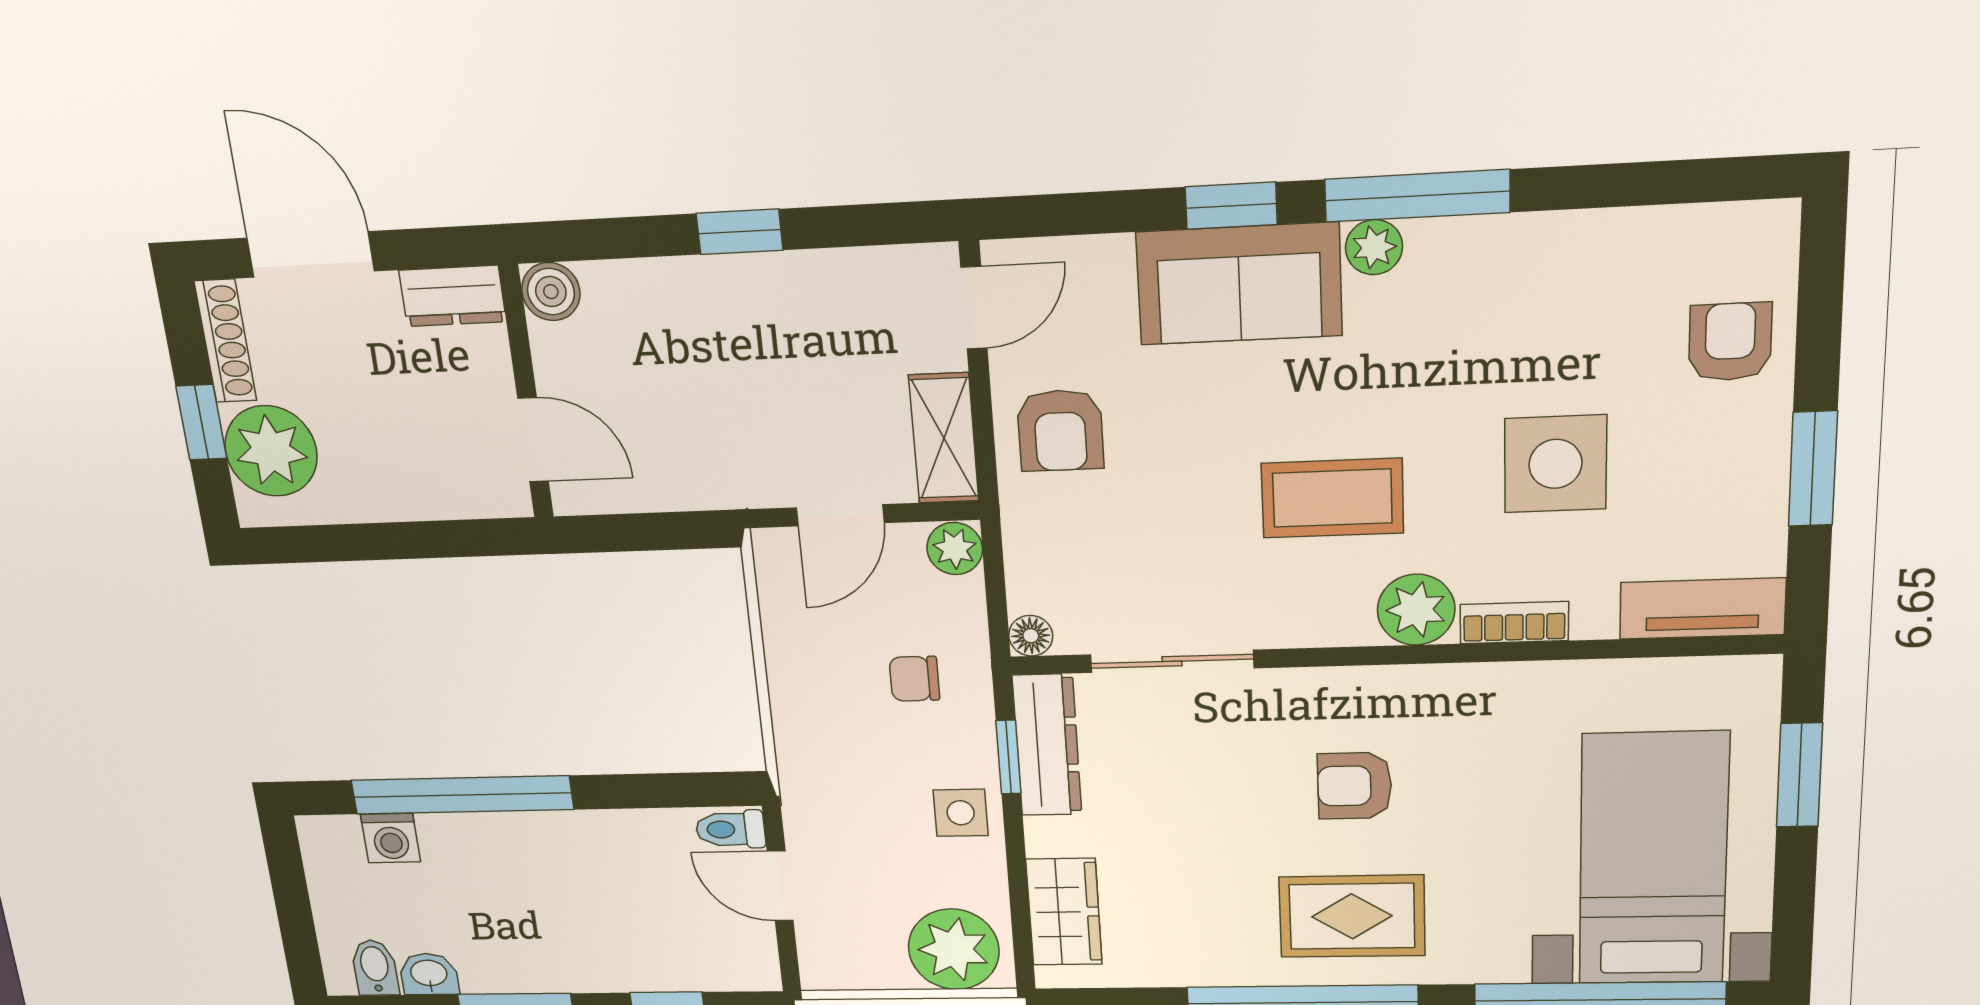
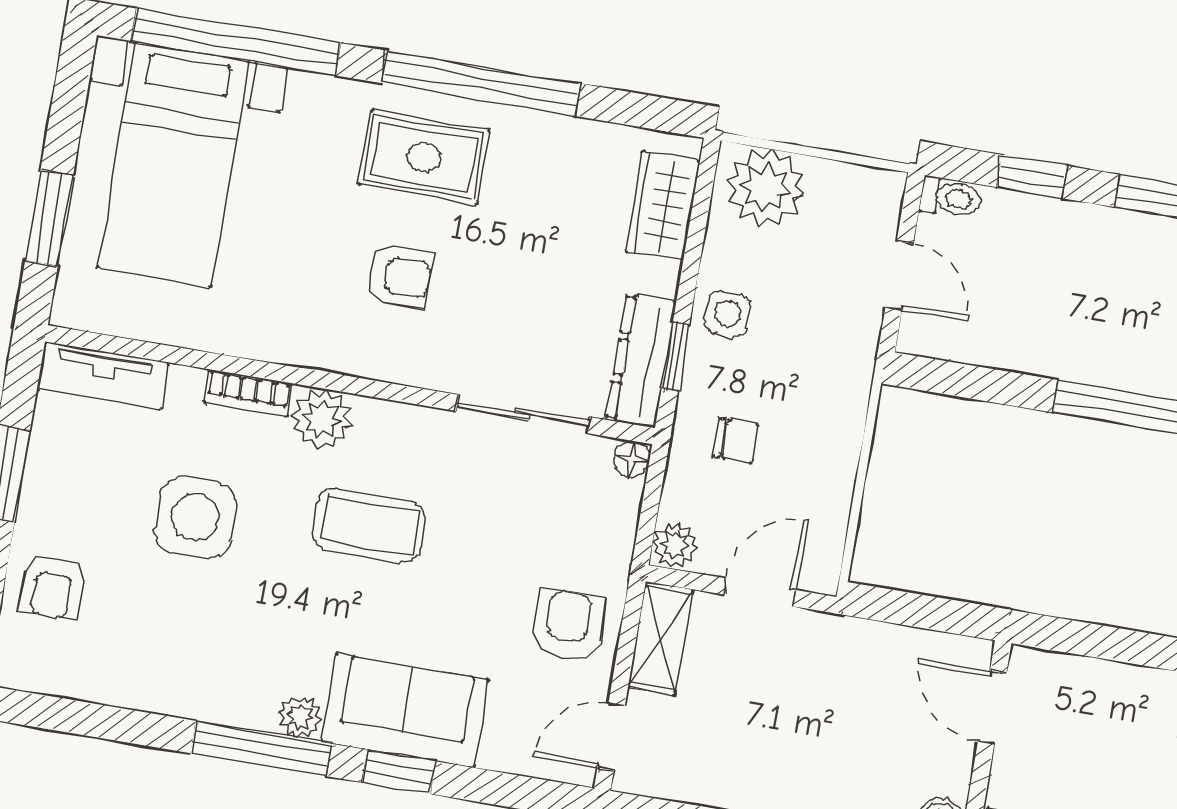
toilet: (730, 829) -> (951, 198), moved

